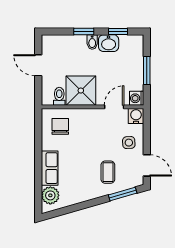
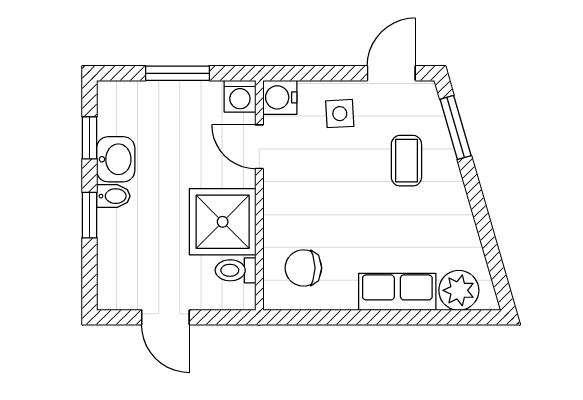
door: (38, 65) -> (165, 317), hinge flipped
coffee table: (108, 172) -> (406, 161), turned 90

